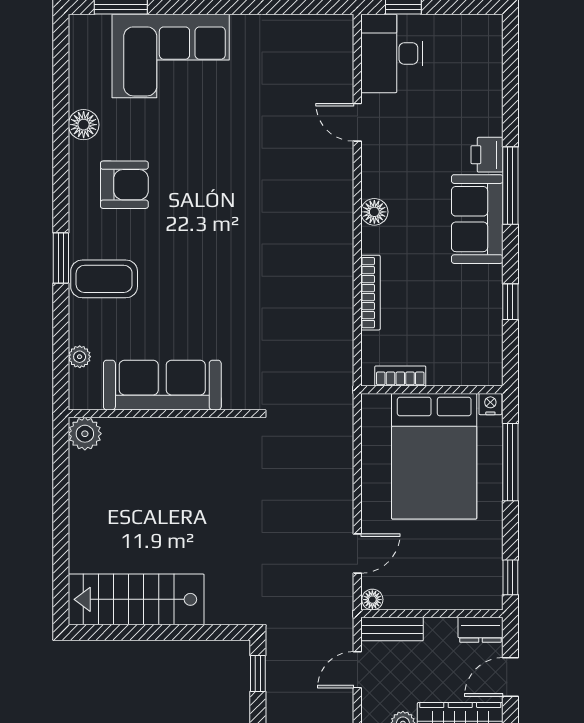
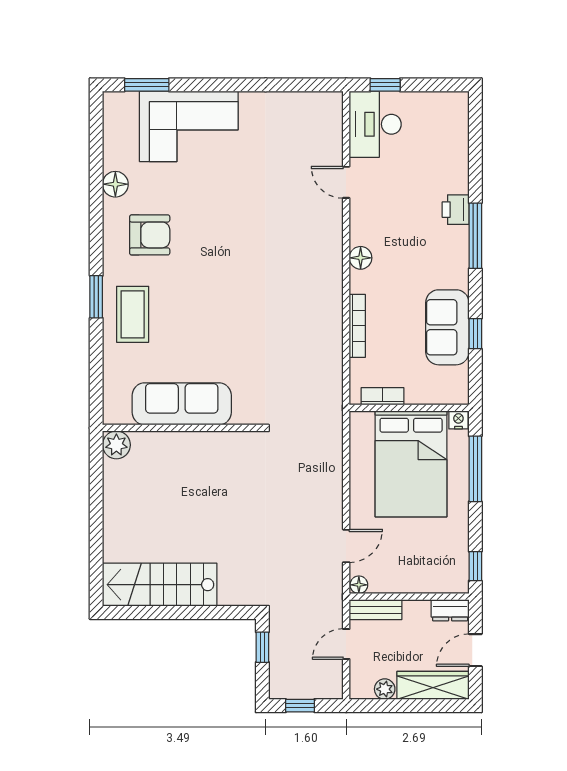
sofa: (477, 219) -> (447, 327), moved
coffee table: (104, 279) -> (133, 314), turned 90
plant: (80, 357) -> (112, 380), removed

